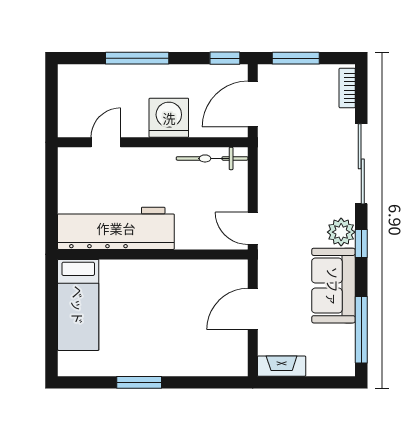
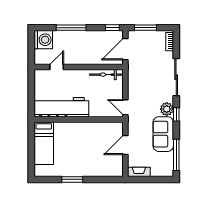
washing machine: (169, 118) -> (43, 40), moved, turned 90

